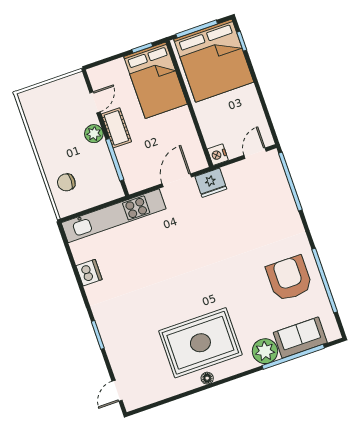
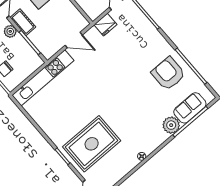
nightstand: (218, 155) -> (93, 14), removed
door: (177, 180) -> (74, 40), swing flipped
fridge: (211, 183) -> (105, 25), moved
dishwasher: (89, 273) -> (42, 120), removed
rug: (200, 343) -> (92, 144), moved

